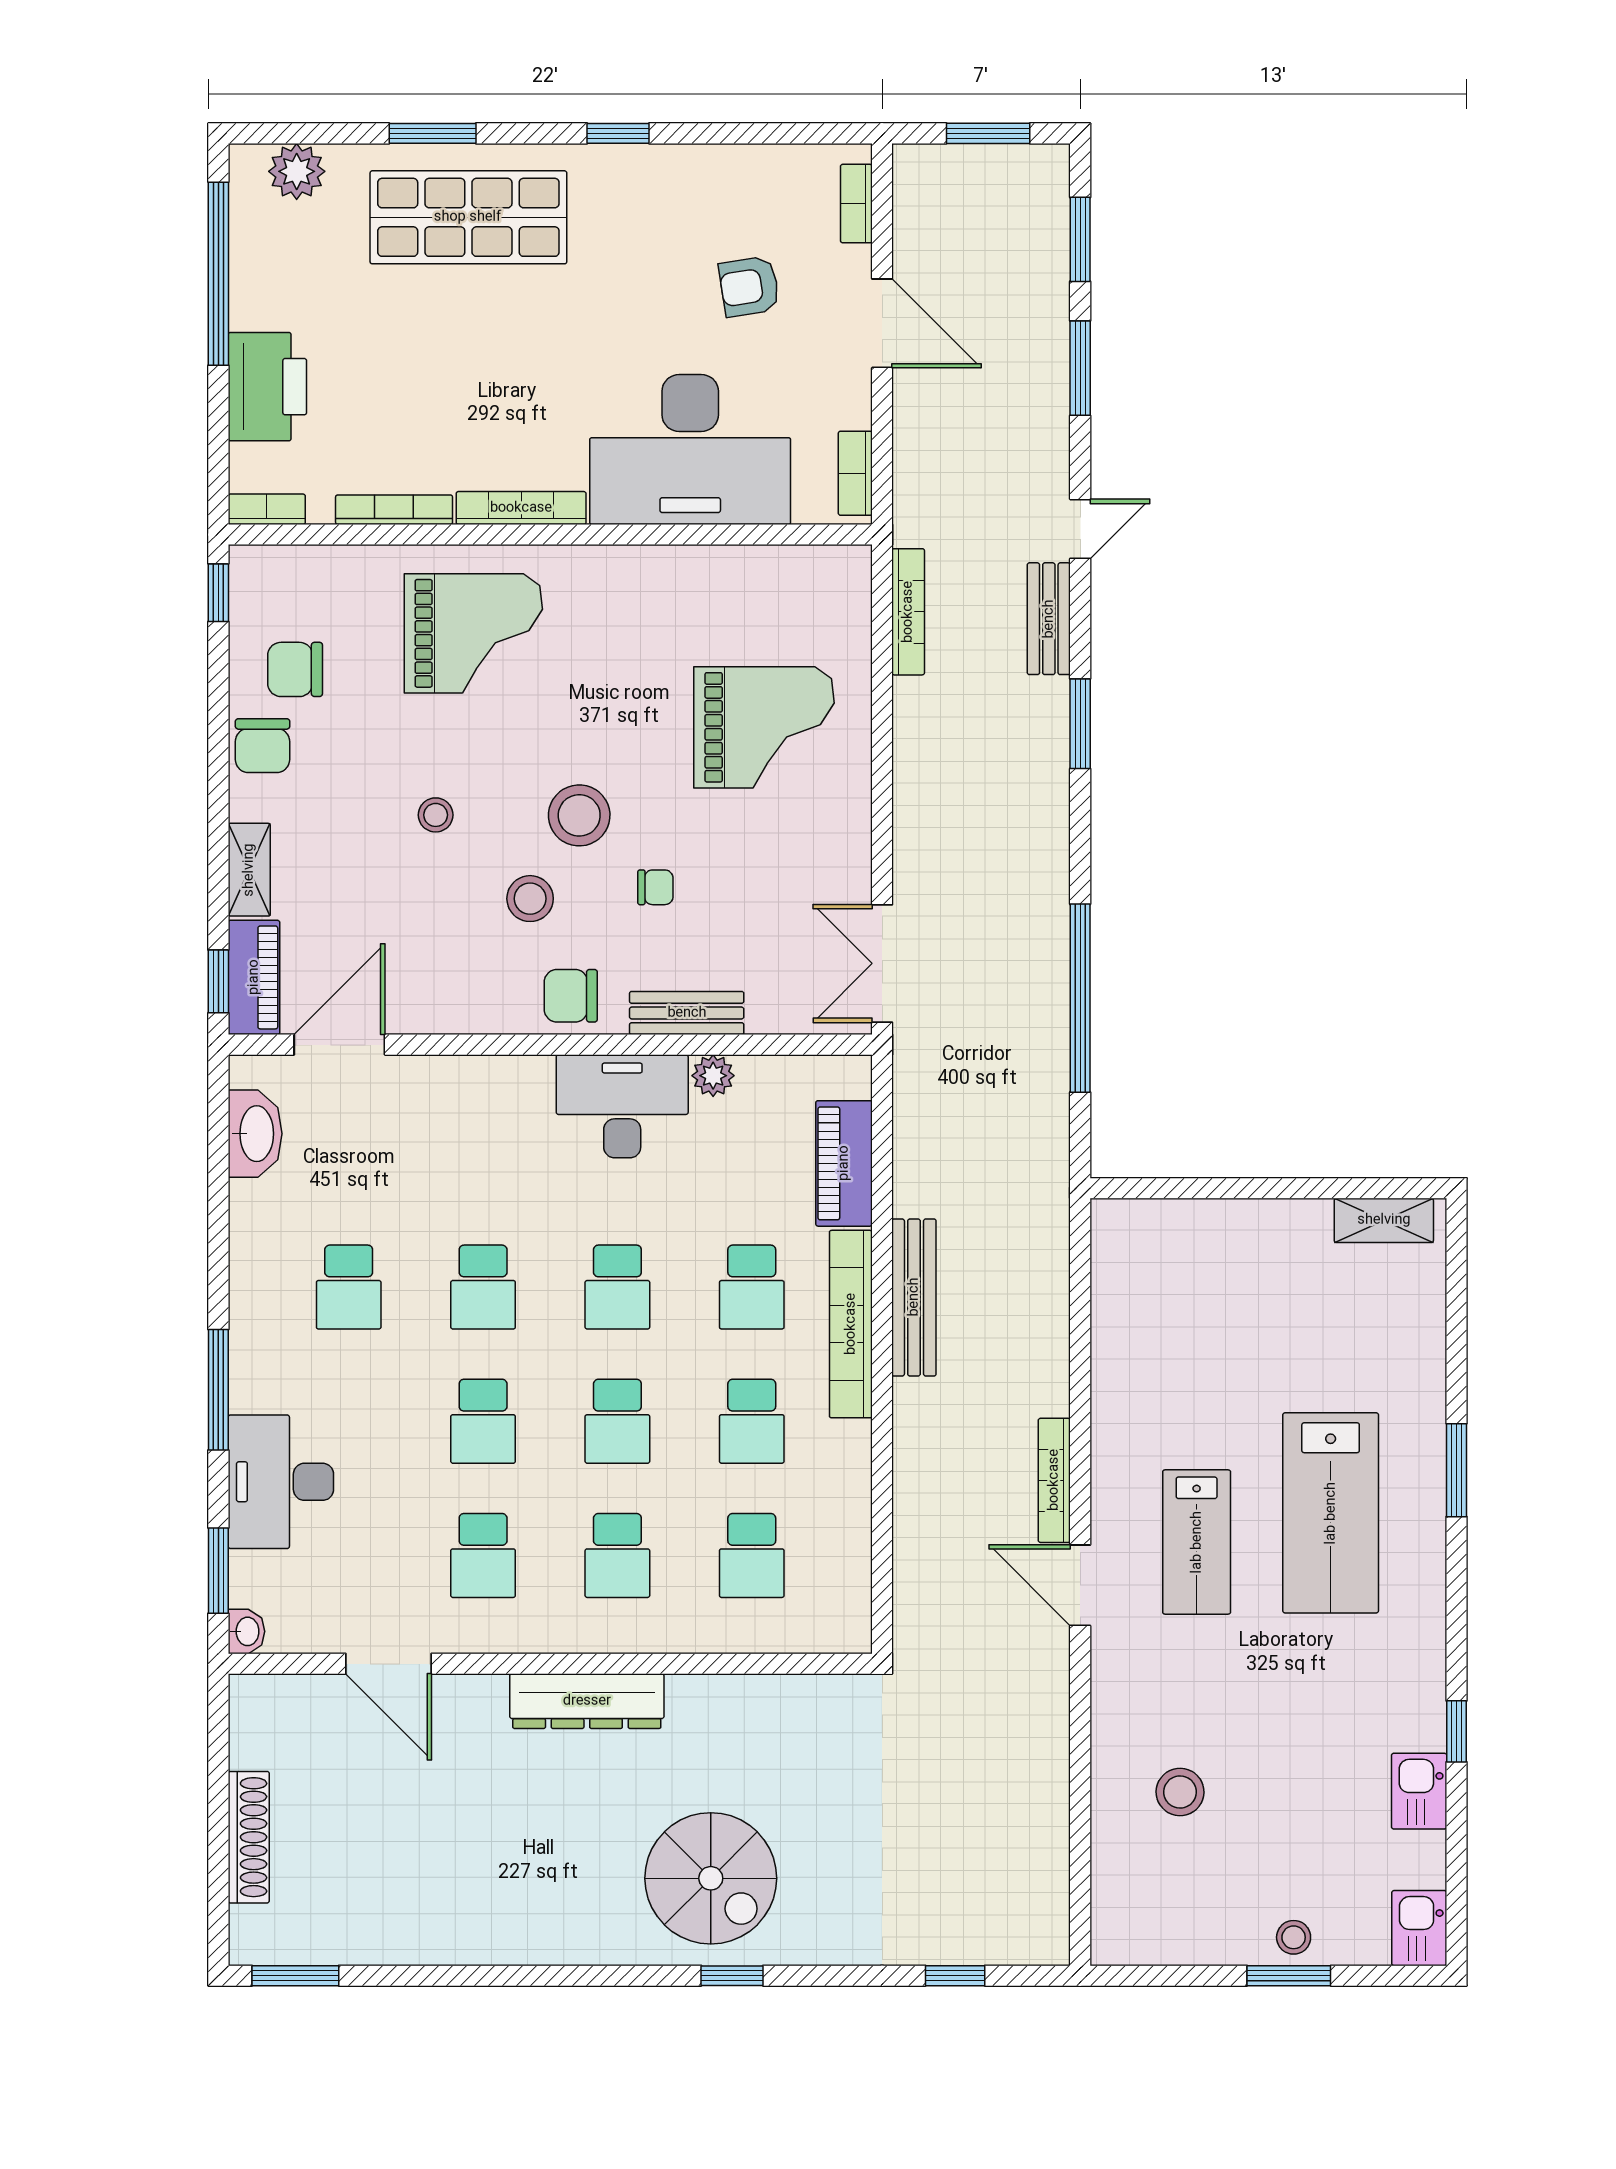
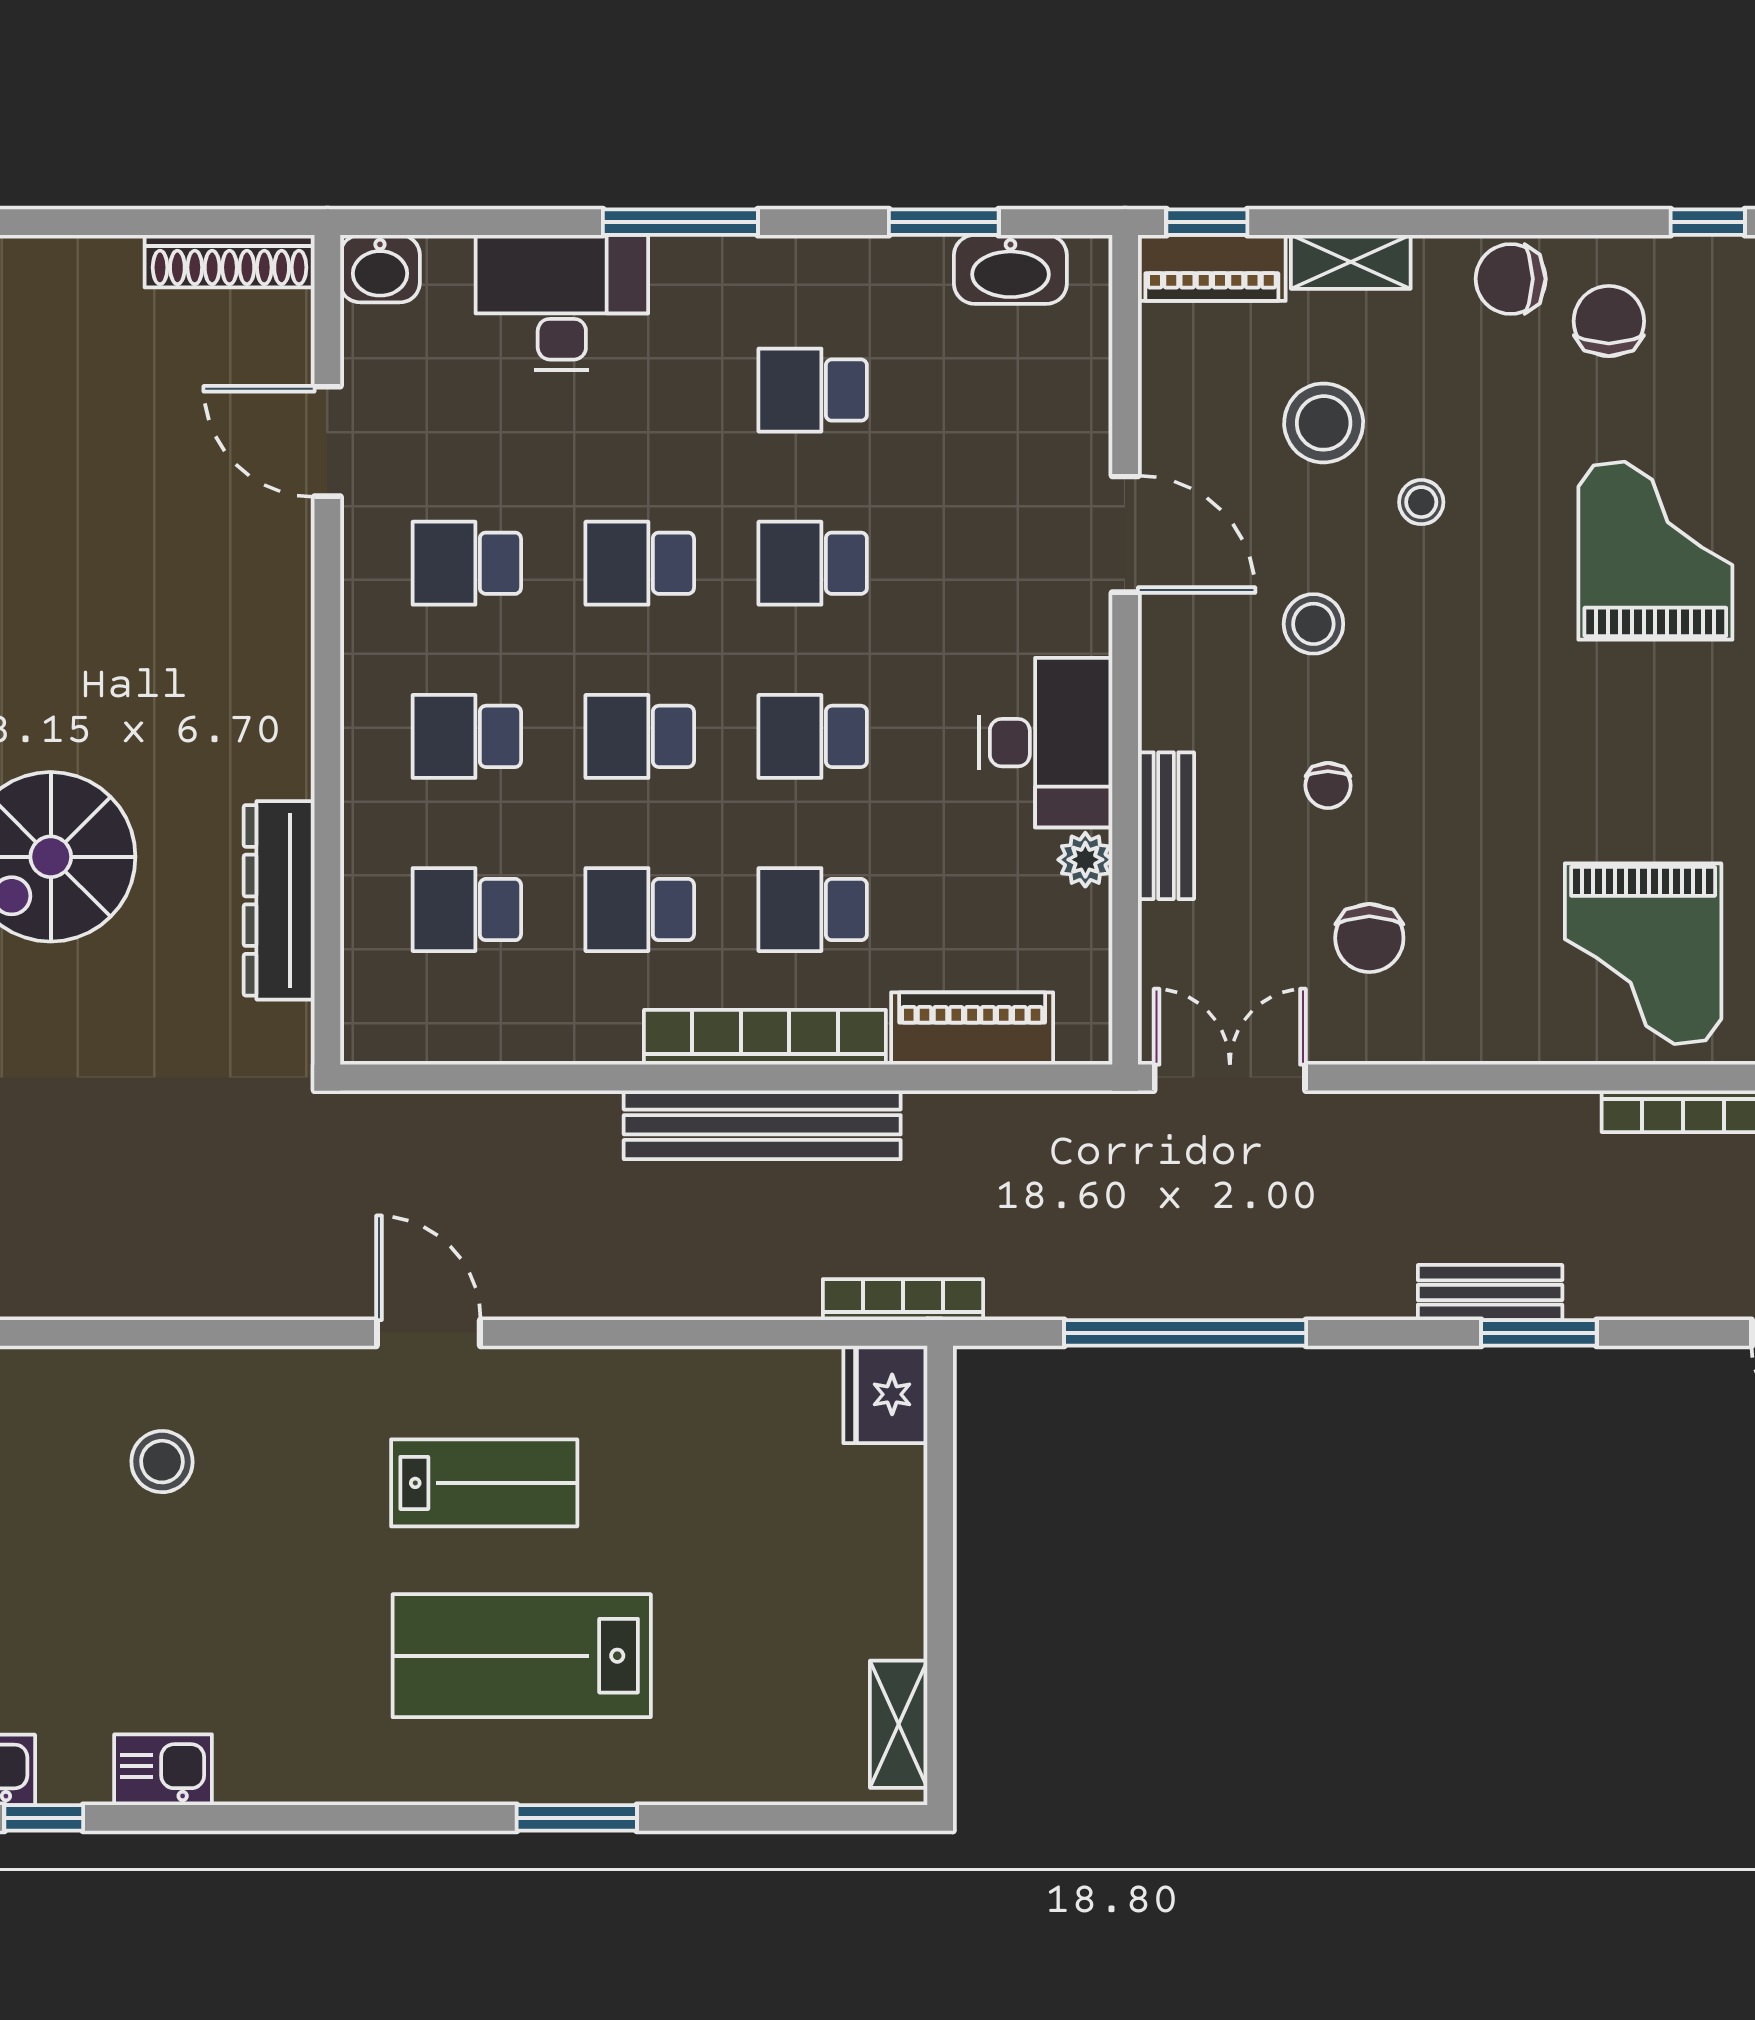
bench: (1049, 619) -> (1490, 1292), moved
grand piano: (473, 633) -> (1655, 551), turned 180
grand piano: (764, 727) -> (1643, 954), moved
stool: (579, 815) -> (1324, 423), moved
chair: (571, 996) -> (1369, 938), moved, turned 180
door: (339, 1045) -> (1125, 534), moved
fridge: (1128, 1231) -> (885, 1394), added
bench: (914, 1297) -> (762, 1125), width x1.37, depth x1.21
bookcase: (1054, 1480) -> (903, 1300), moved
lab bench: (1197, 1542) -> (484, 1483), turned 180
window: (218, 1571) -> (944, 222), moved
door: (1080, 1585) -> (428, 1333), hinge flipped
washbasin: (246, 1631) -> (380, 269), width x1.38, depth x1.45
door: (389, 1664) -> (327, 441), hinge flipped
dresser: (587, 1701) -> (279, 900), moved
window: (1457, 1731) -> (44, 1818), moved
shoe rack: (249, 1837) -> (230, 261), moved

